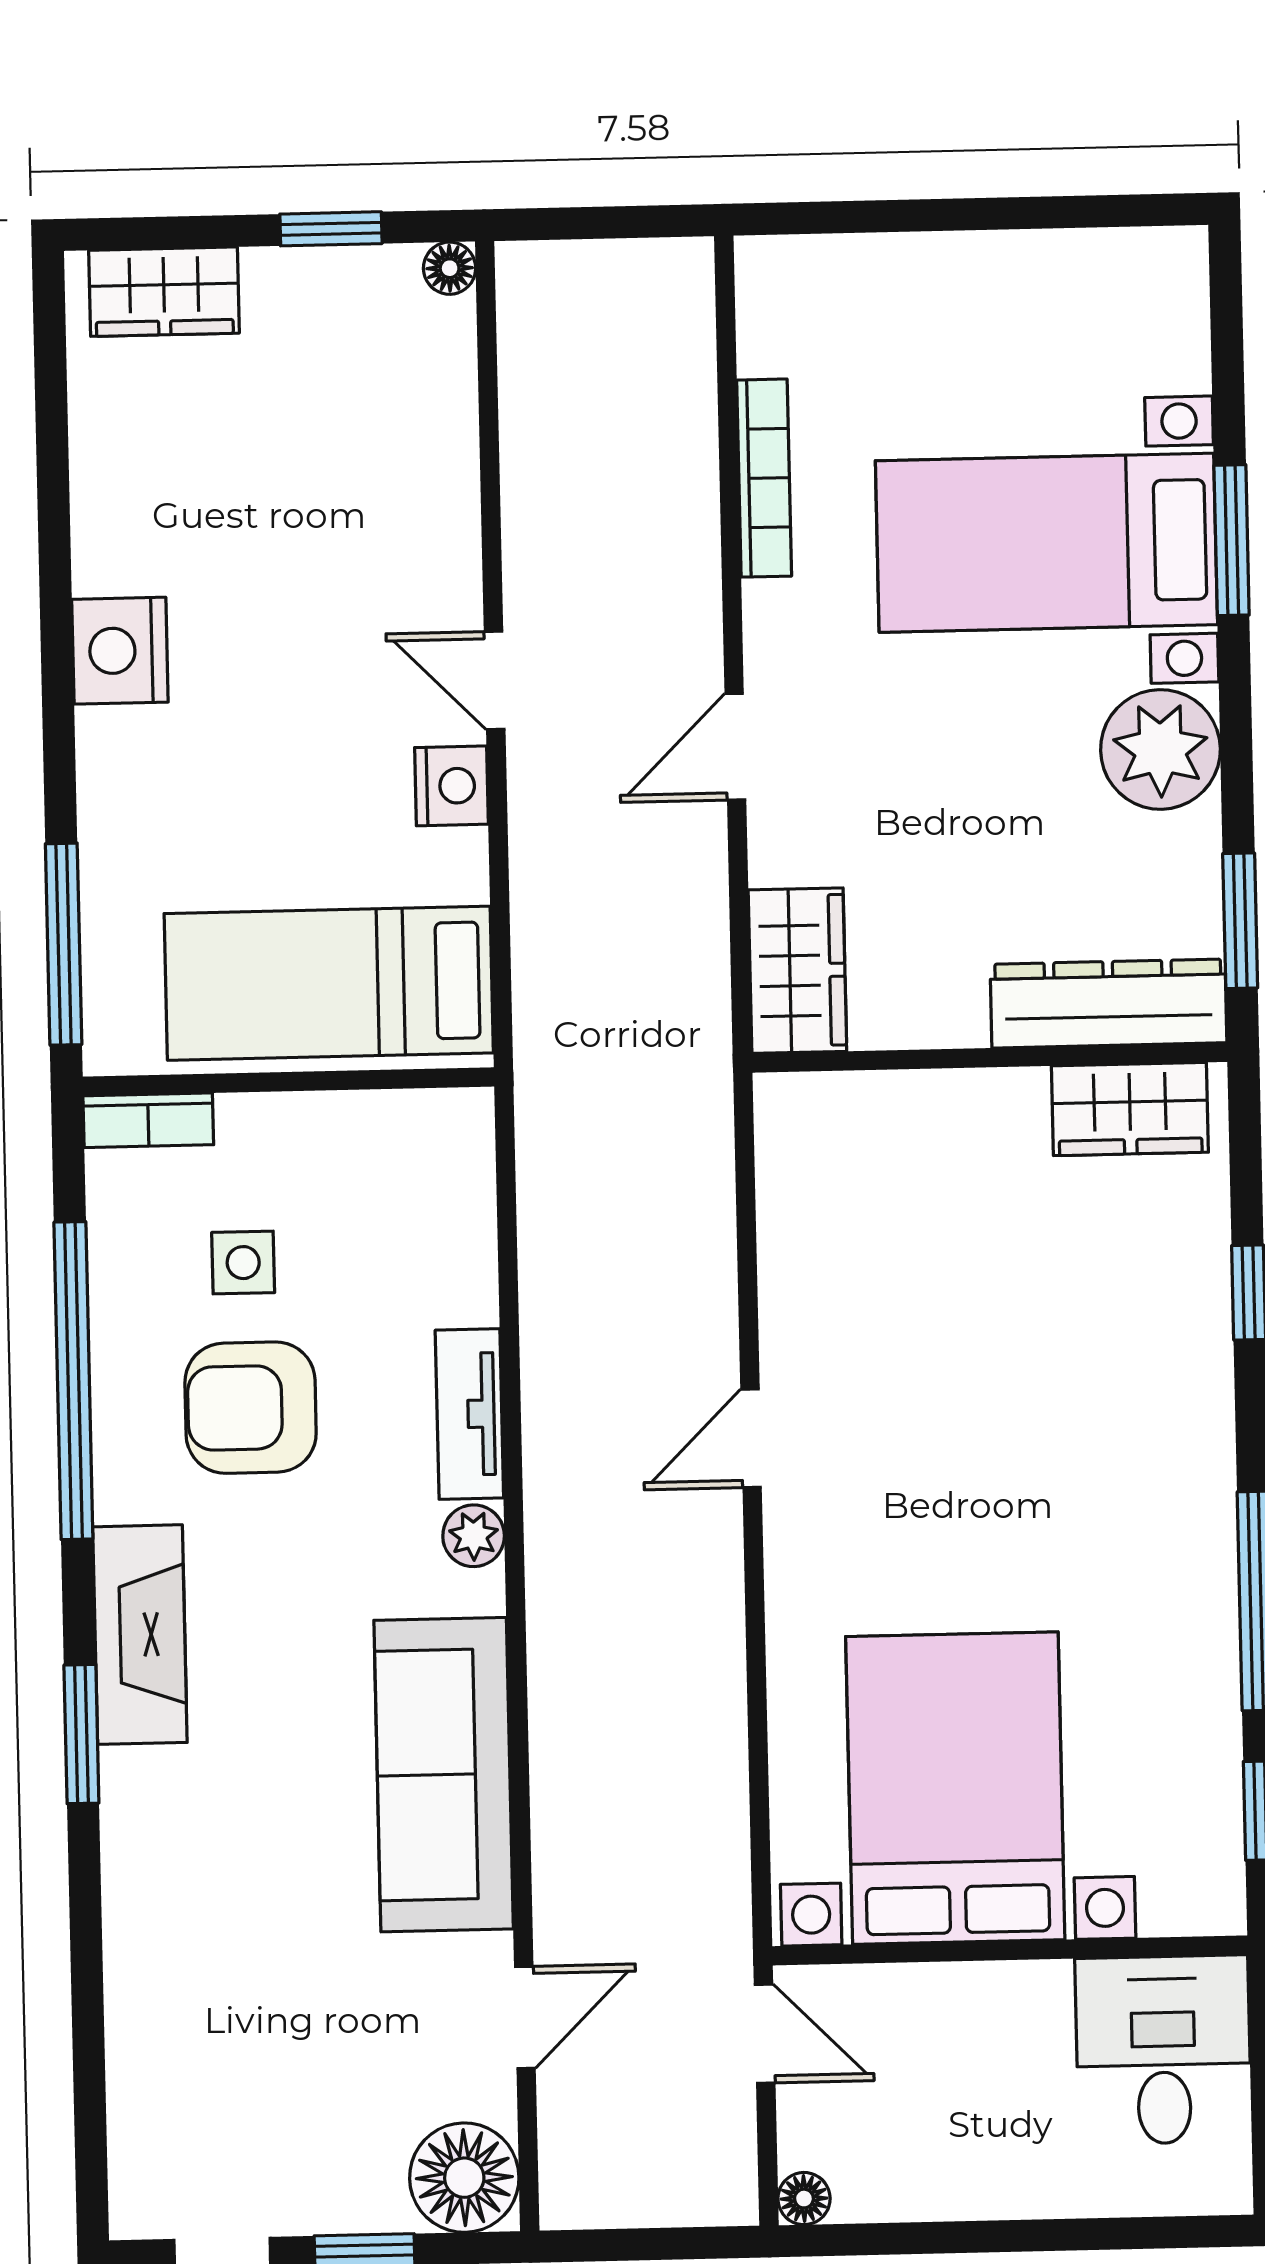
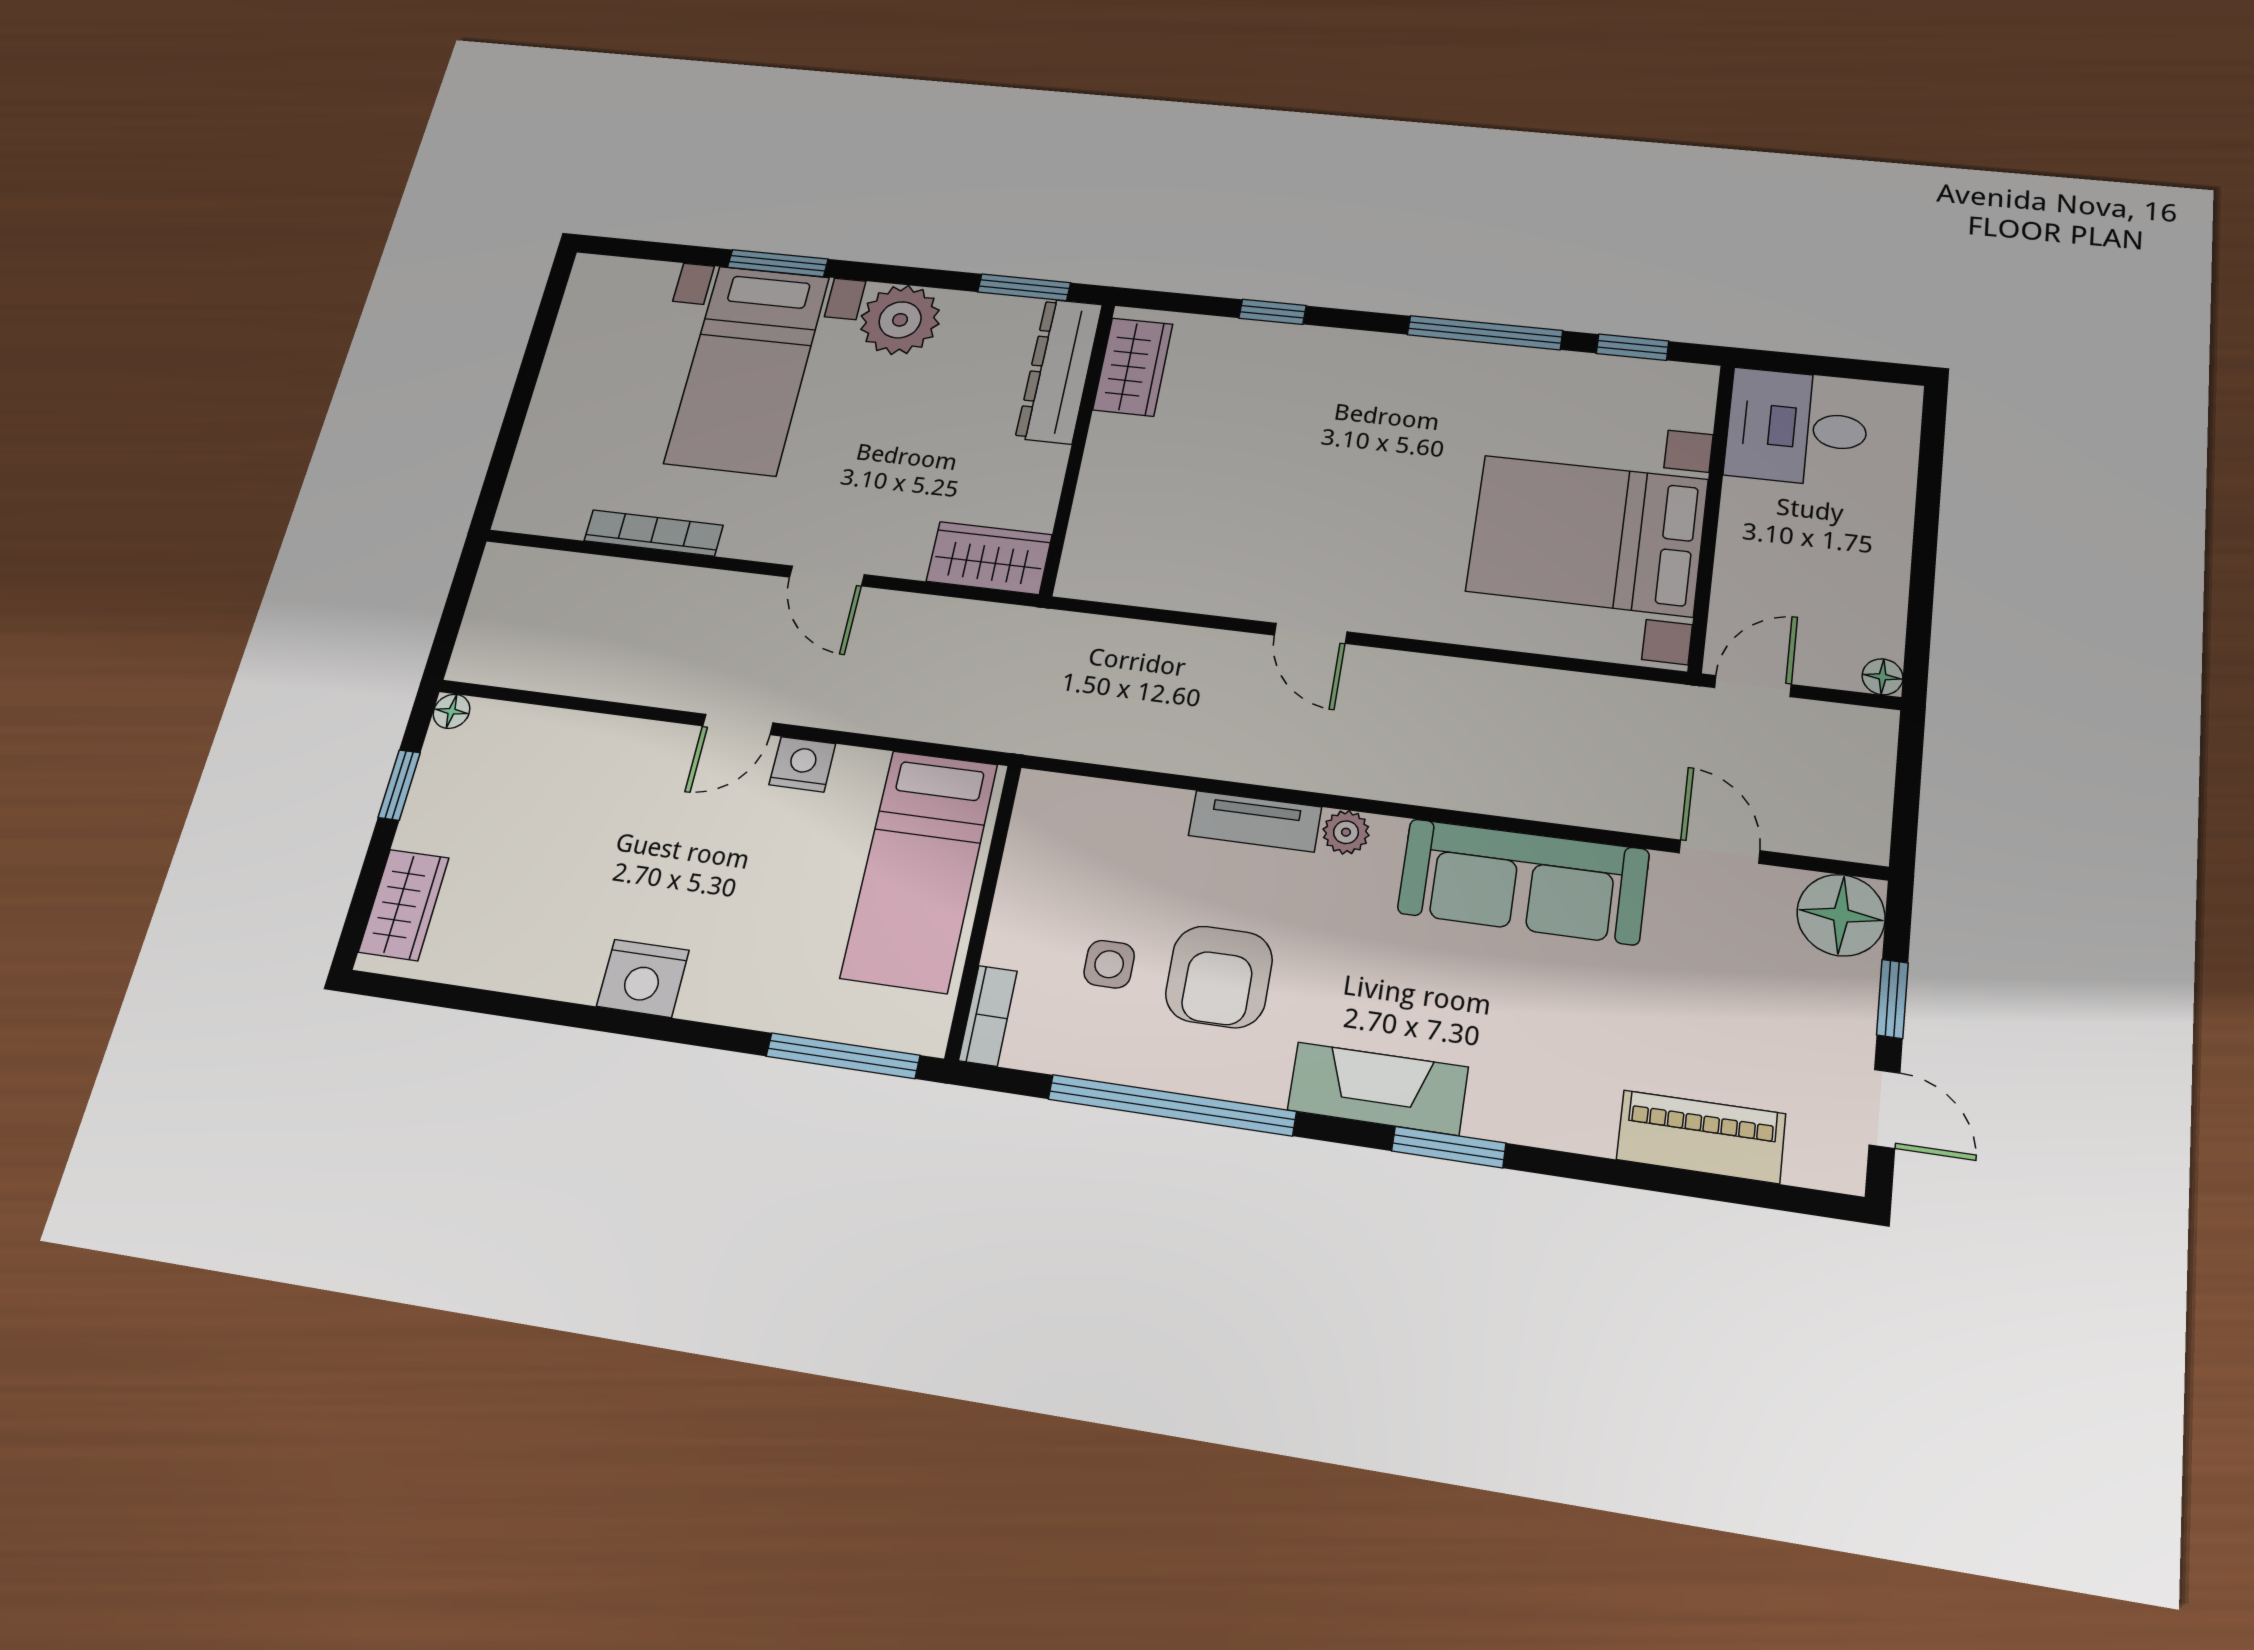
piano: (149, 2038) -> (1701, 1137), added

